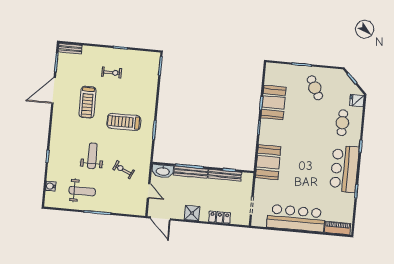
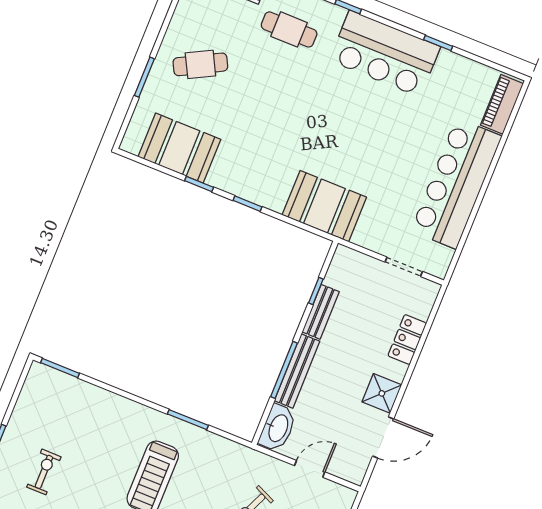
booth: (273, 103) -> (179, 148), moved
bench: (225, 175) -> (321, 312), width x0.73
door: (160, 218) -> (383, 437), moved

